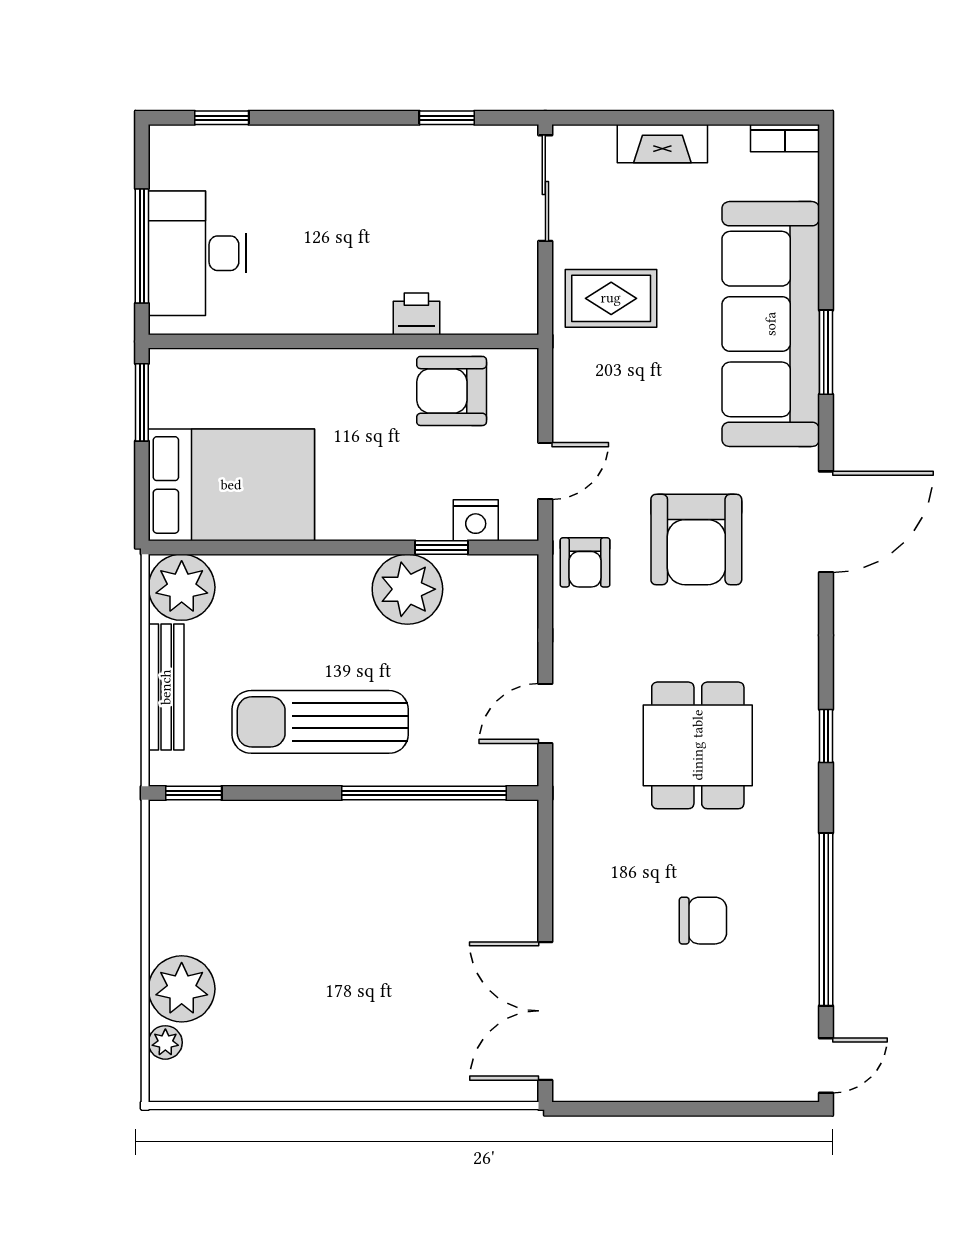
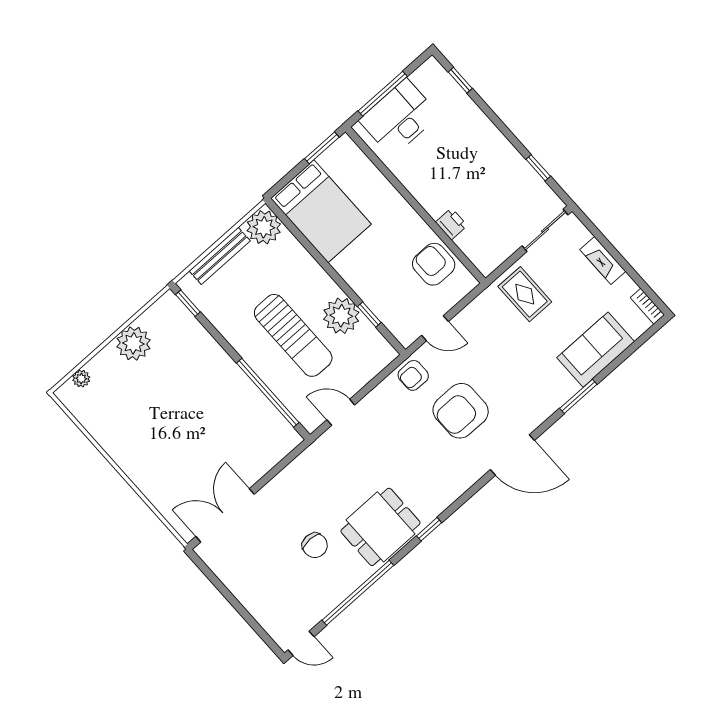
sofa: (771, 324) -> (596, 350), width x0.54, depth x0.79
nightstand: (476, 520) -> (392, 318), removed
sun lounger: (320, 722) -> (293, 335), moved, turned 180
dining table: (698, 745) -> (381, 527), moved
plant: (182, 989) -> (133, 343), moved

